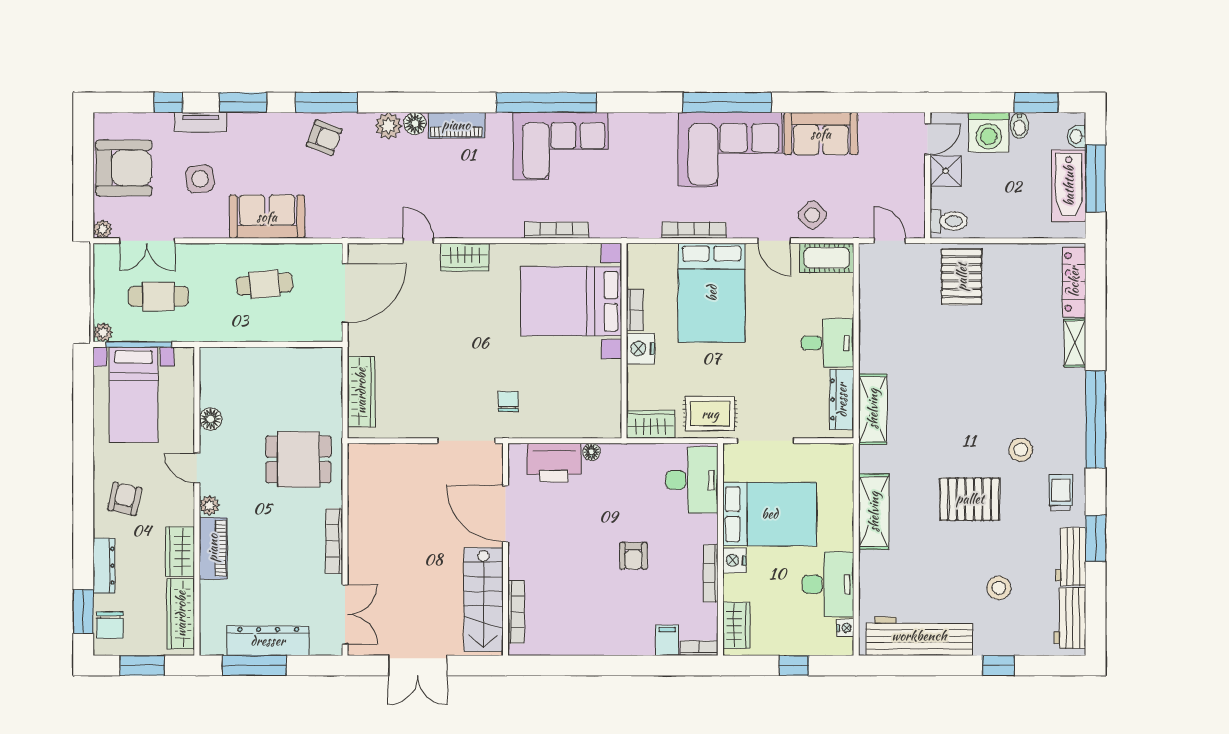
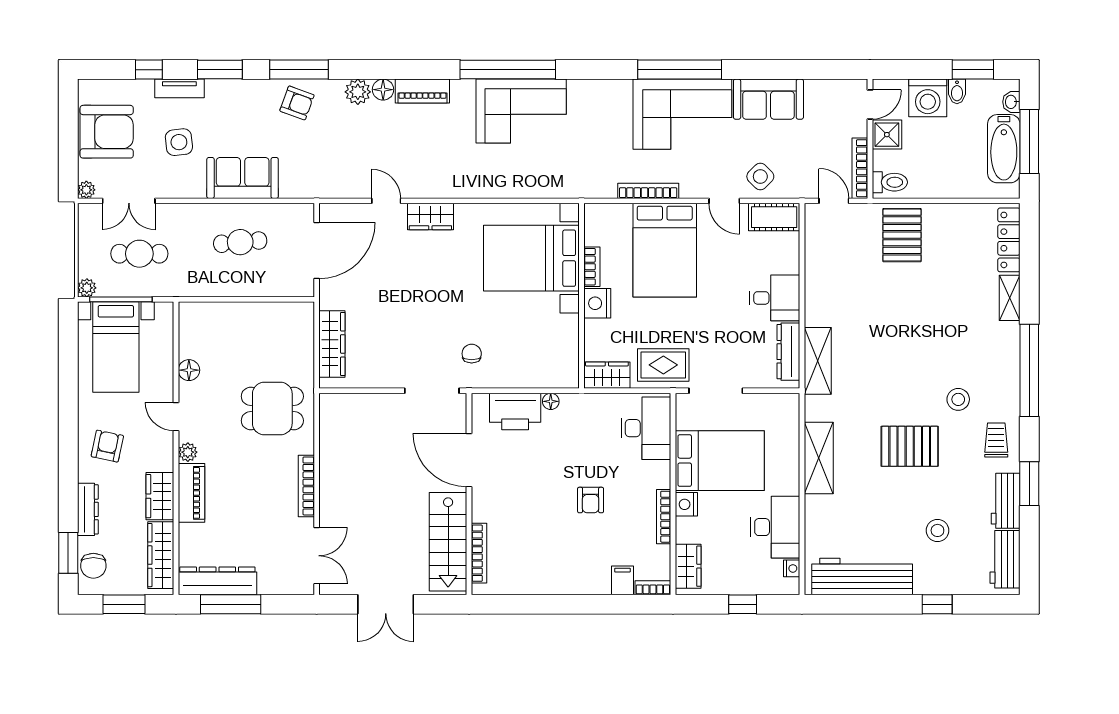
bookcase: (557, 230) -> (860, 168), moved, turned -90
dresser: (268, 641) -> (217, 581), moved

